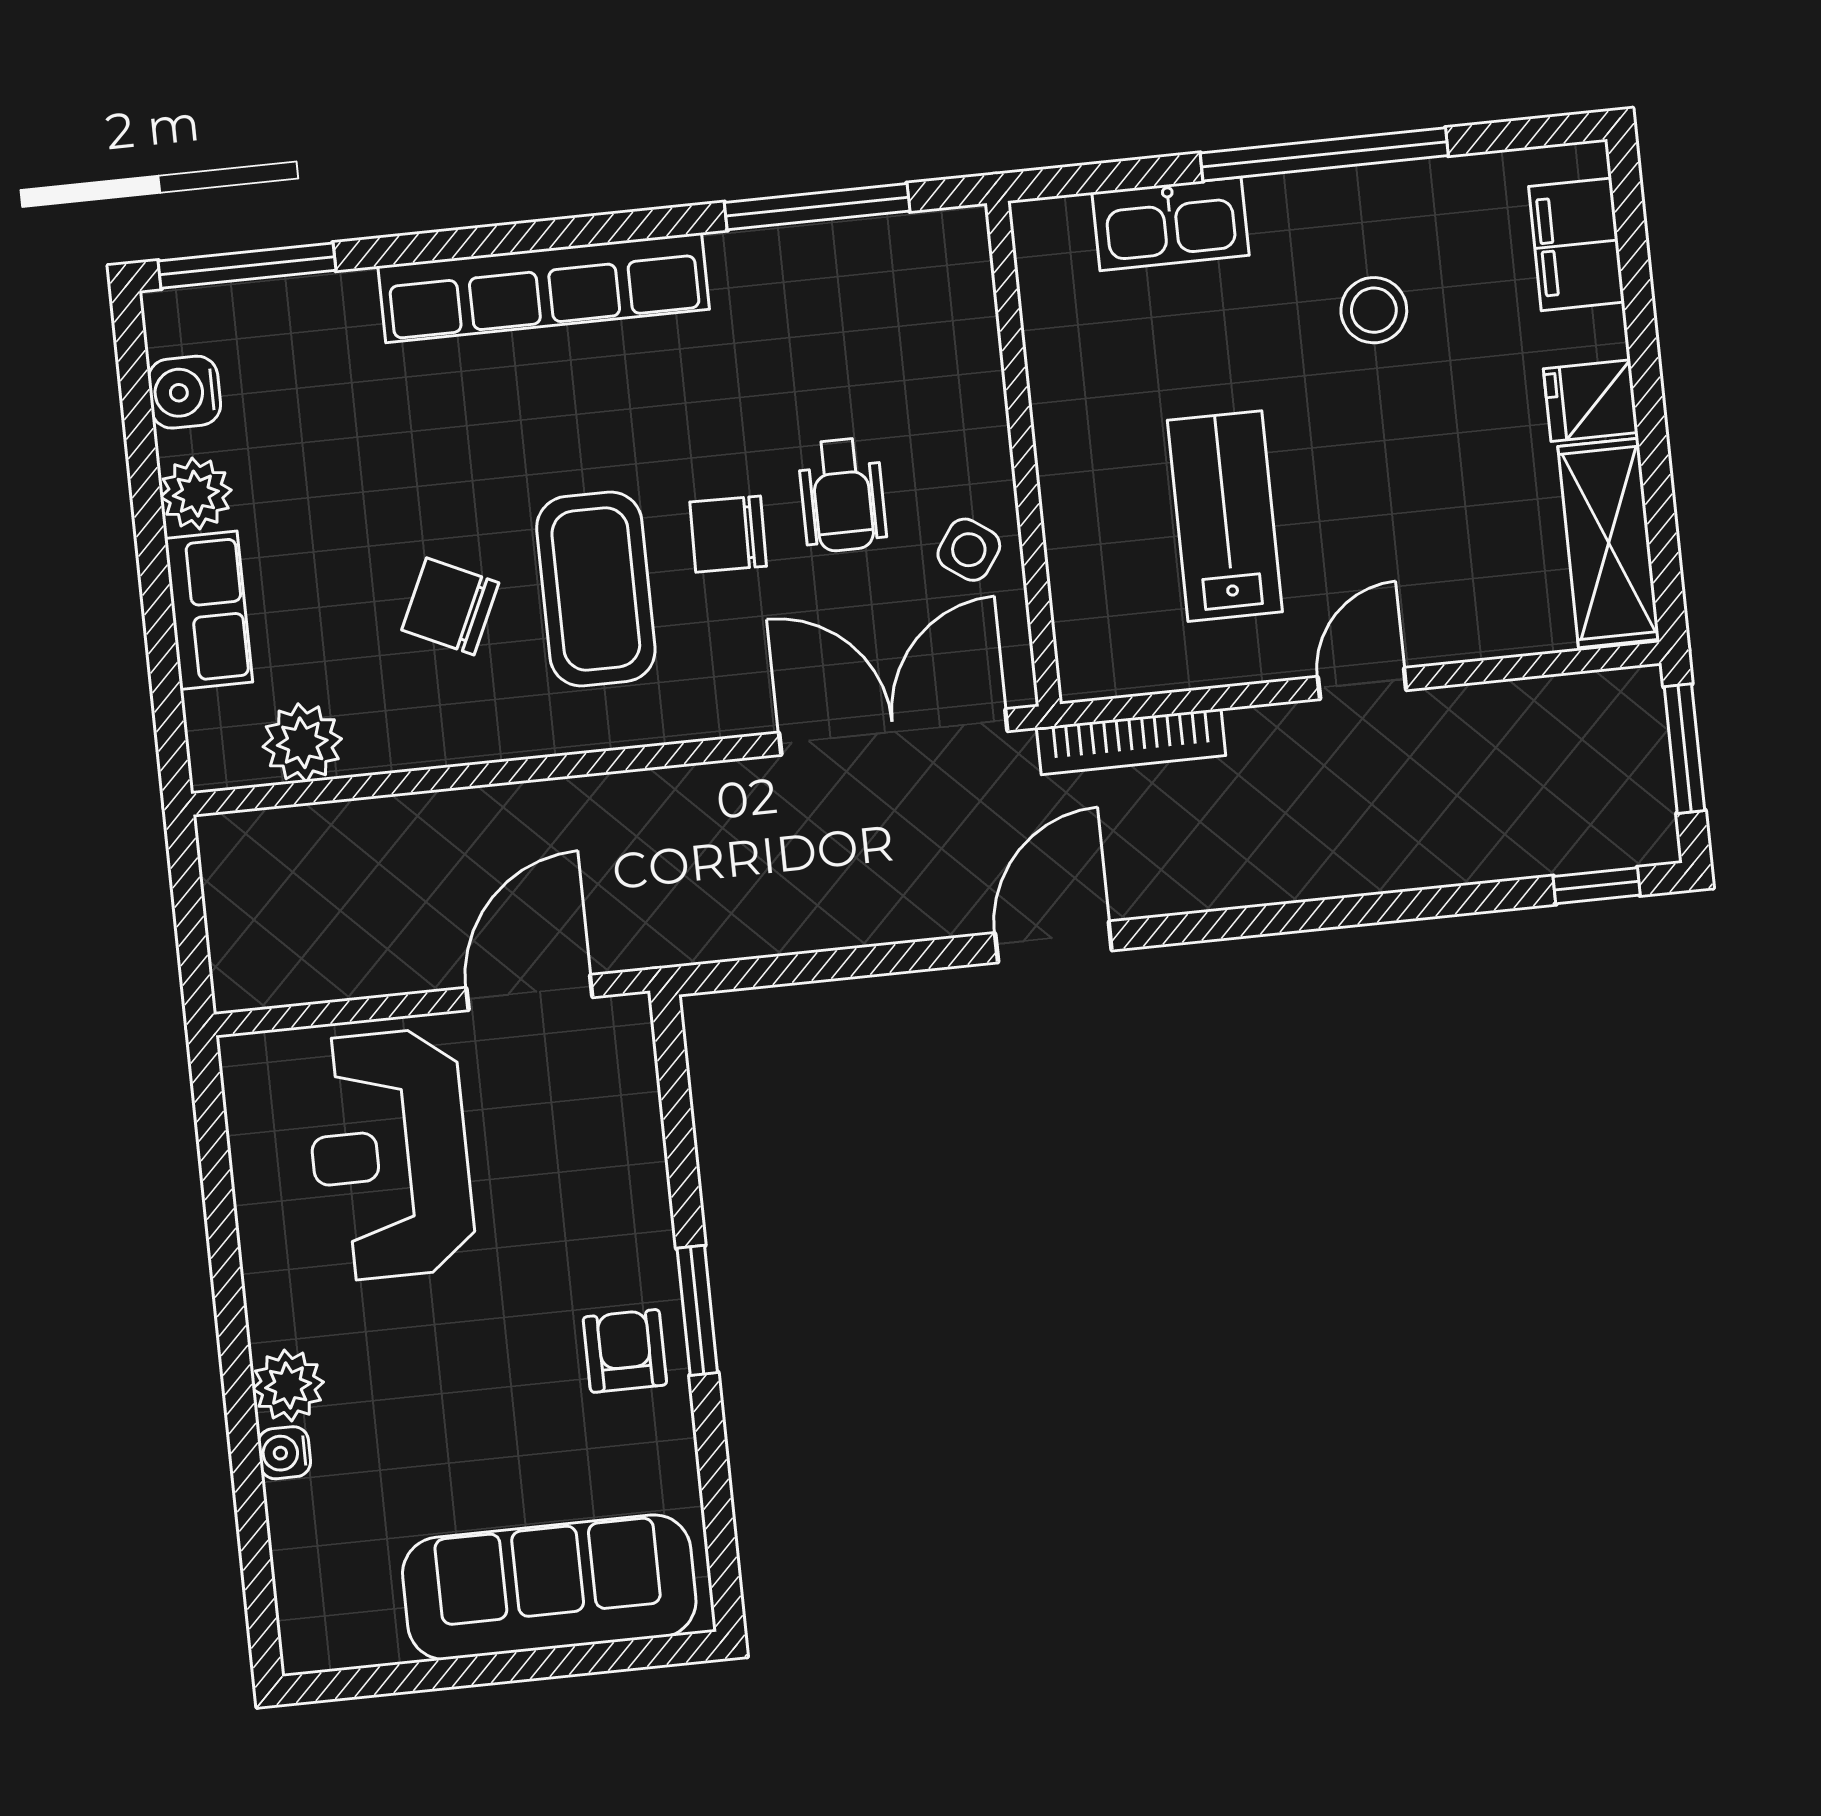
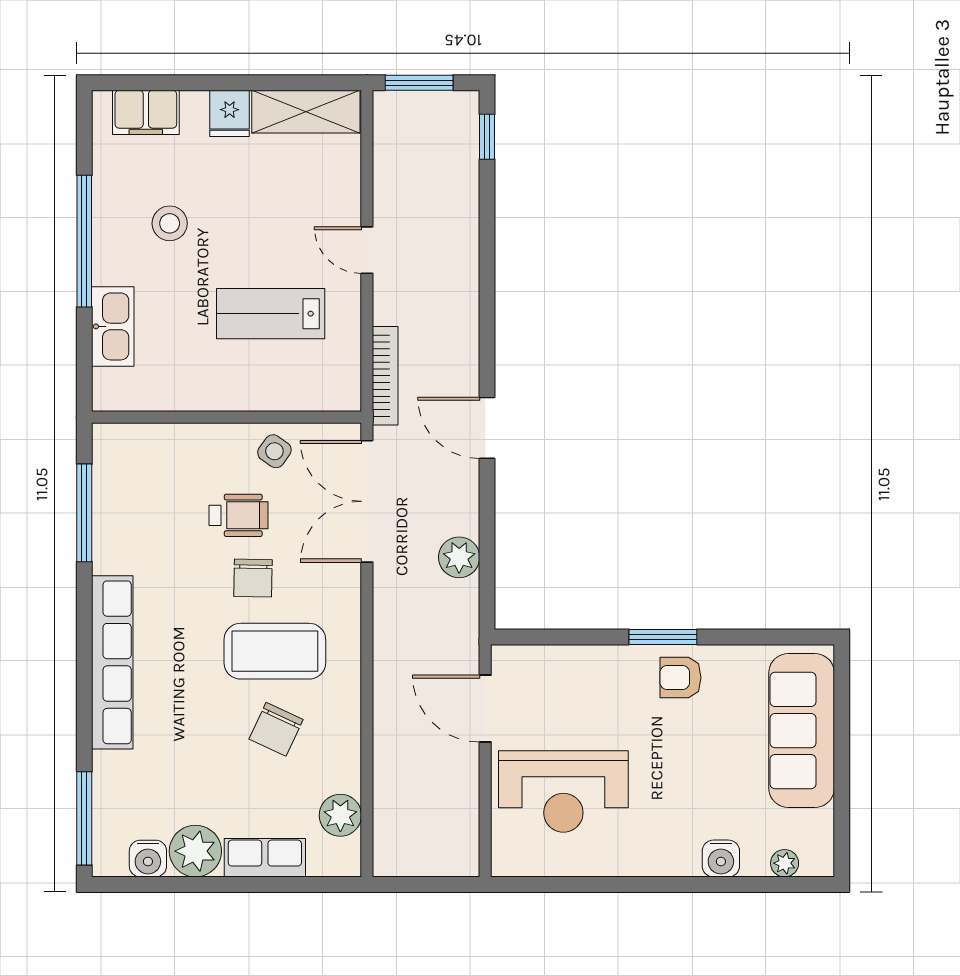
plant: (196, 494) -> (195, 851), width x1.36, depth x1.36
plant: (807, 915) -> (459, 557), added
plant: (288, 1386) -> (785, 863), moved, width x0.73, depth x0.73
water cooler: (284, 1453) -> (721, 859), width x1.38, depth x1.38

